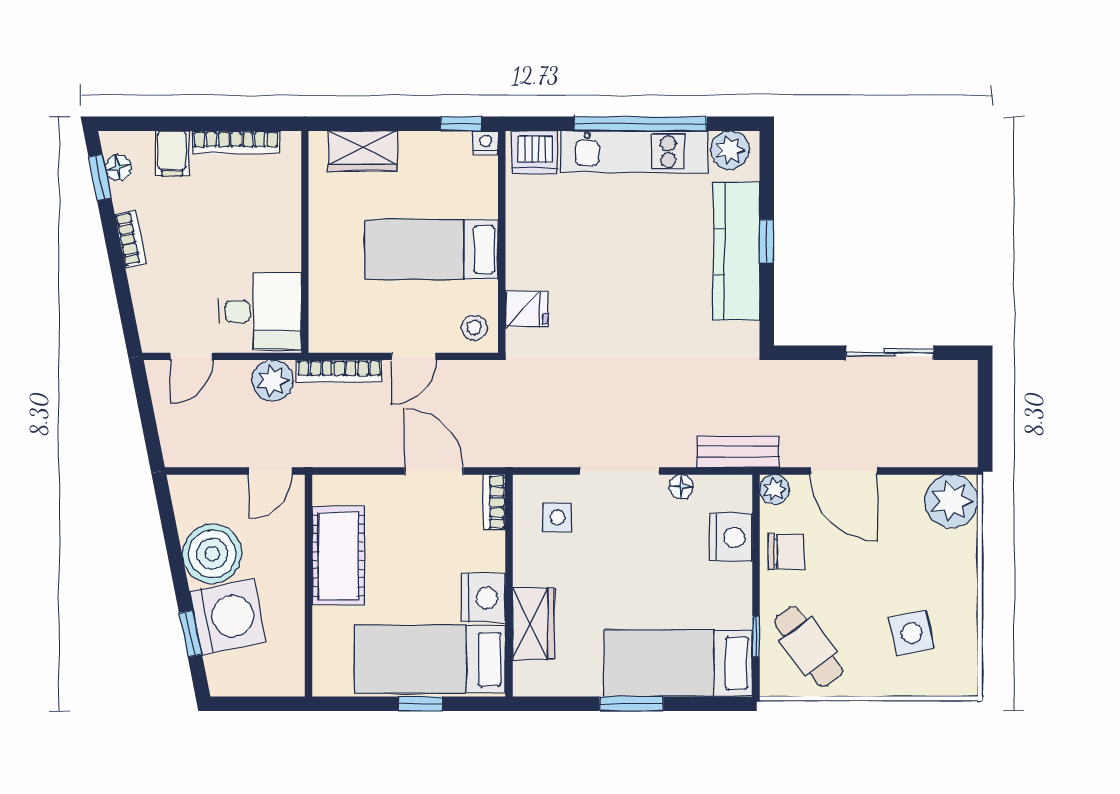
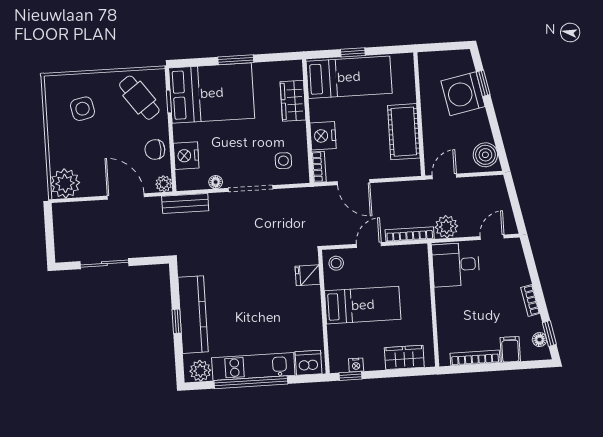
nightstand: (485, 143) -> (356, 365), moved
boiler: (212, 554) -> (485, 155), moved, width x0.73, depth x0.73
nightstand: (483, 598) -> (323, 136), moved
bed: (678, 663) -> (212, 93), width x1.50

